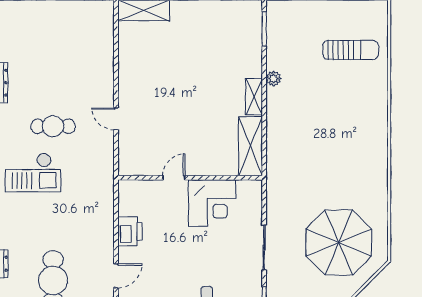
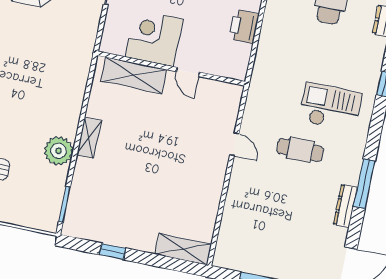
plant: (273, 78) -> (59, 151), width x1.88, depth x1.88
shelving: (250, 146) -> (134, 75), moved, turned 90
door: (174, 178) -> (188, 72), hinge flipped

